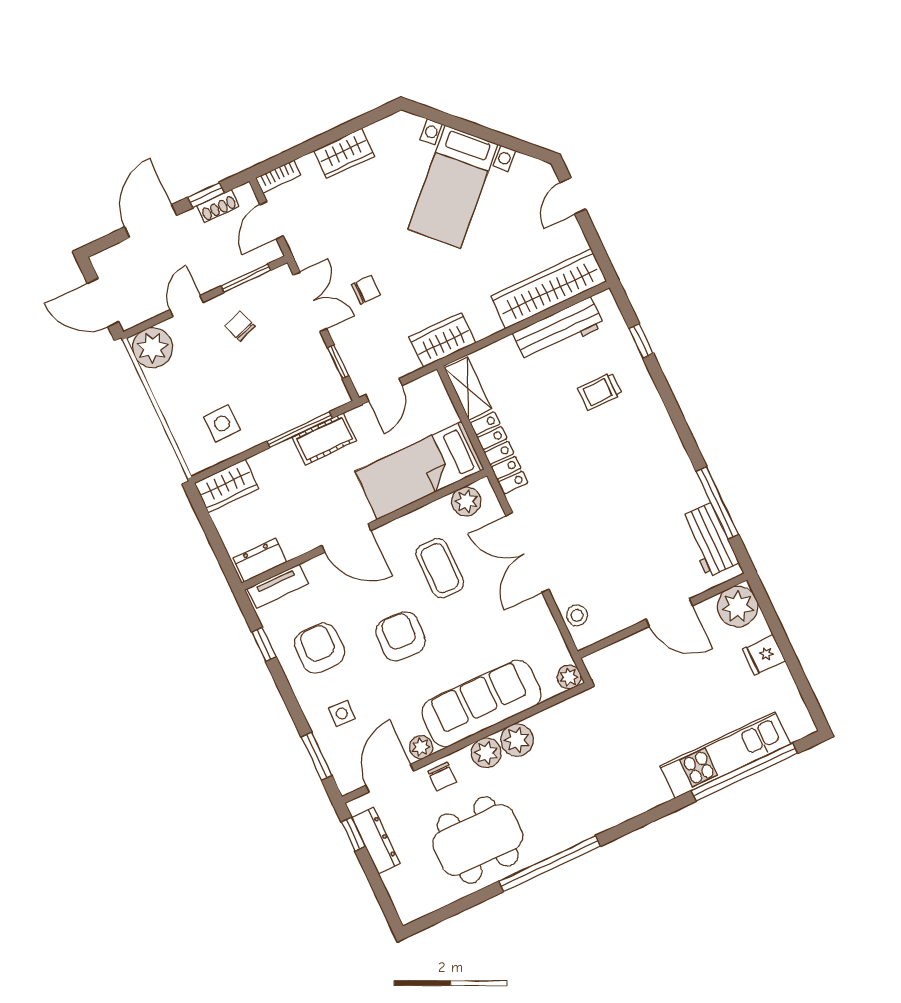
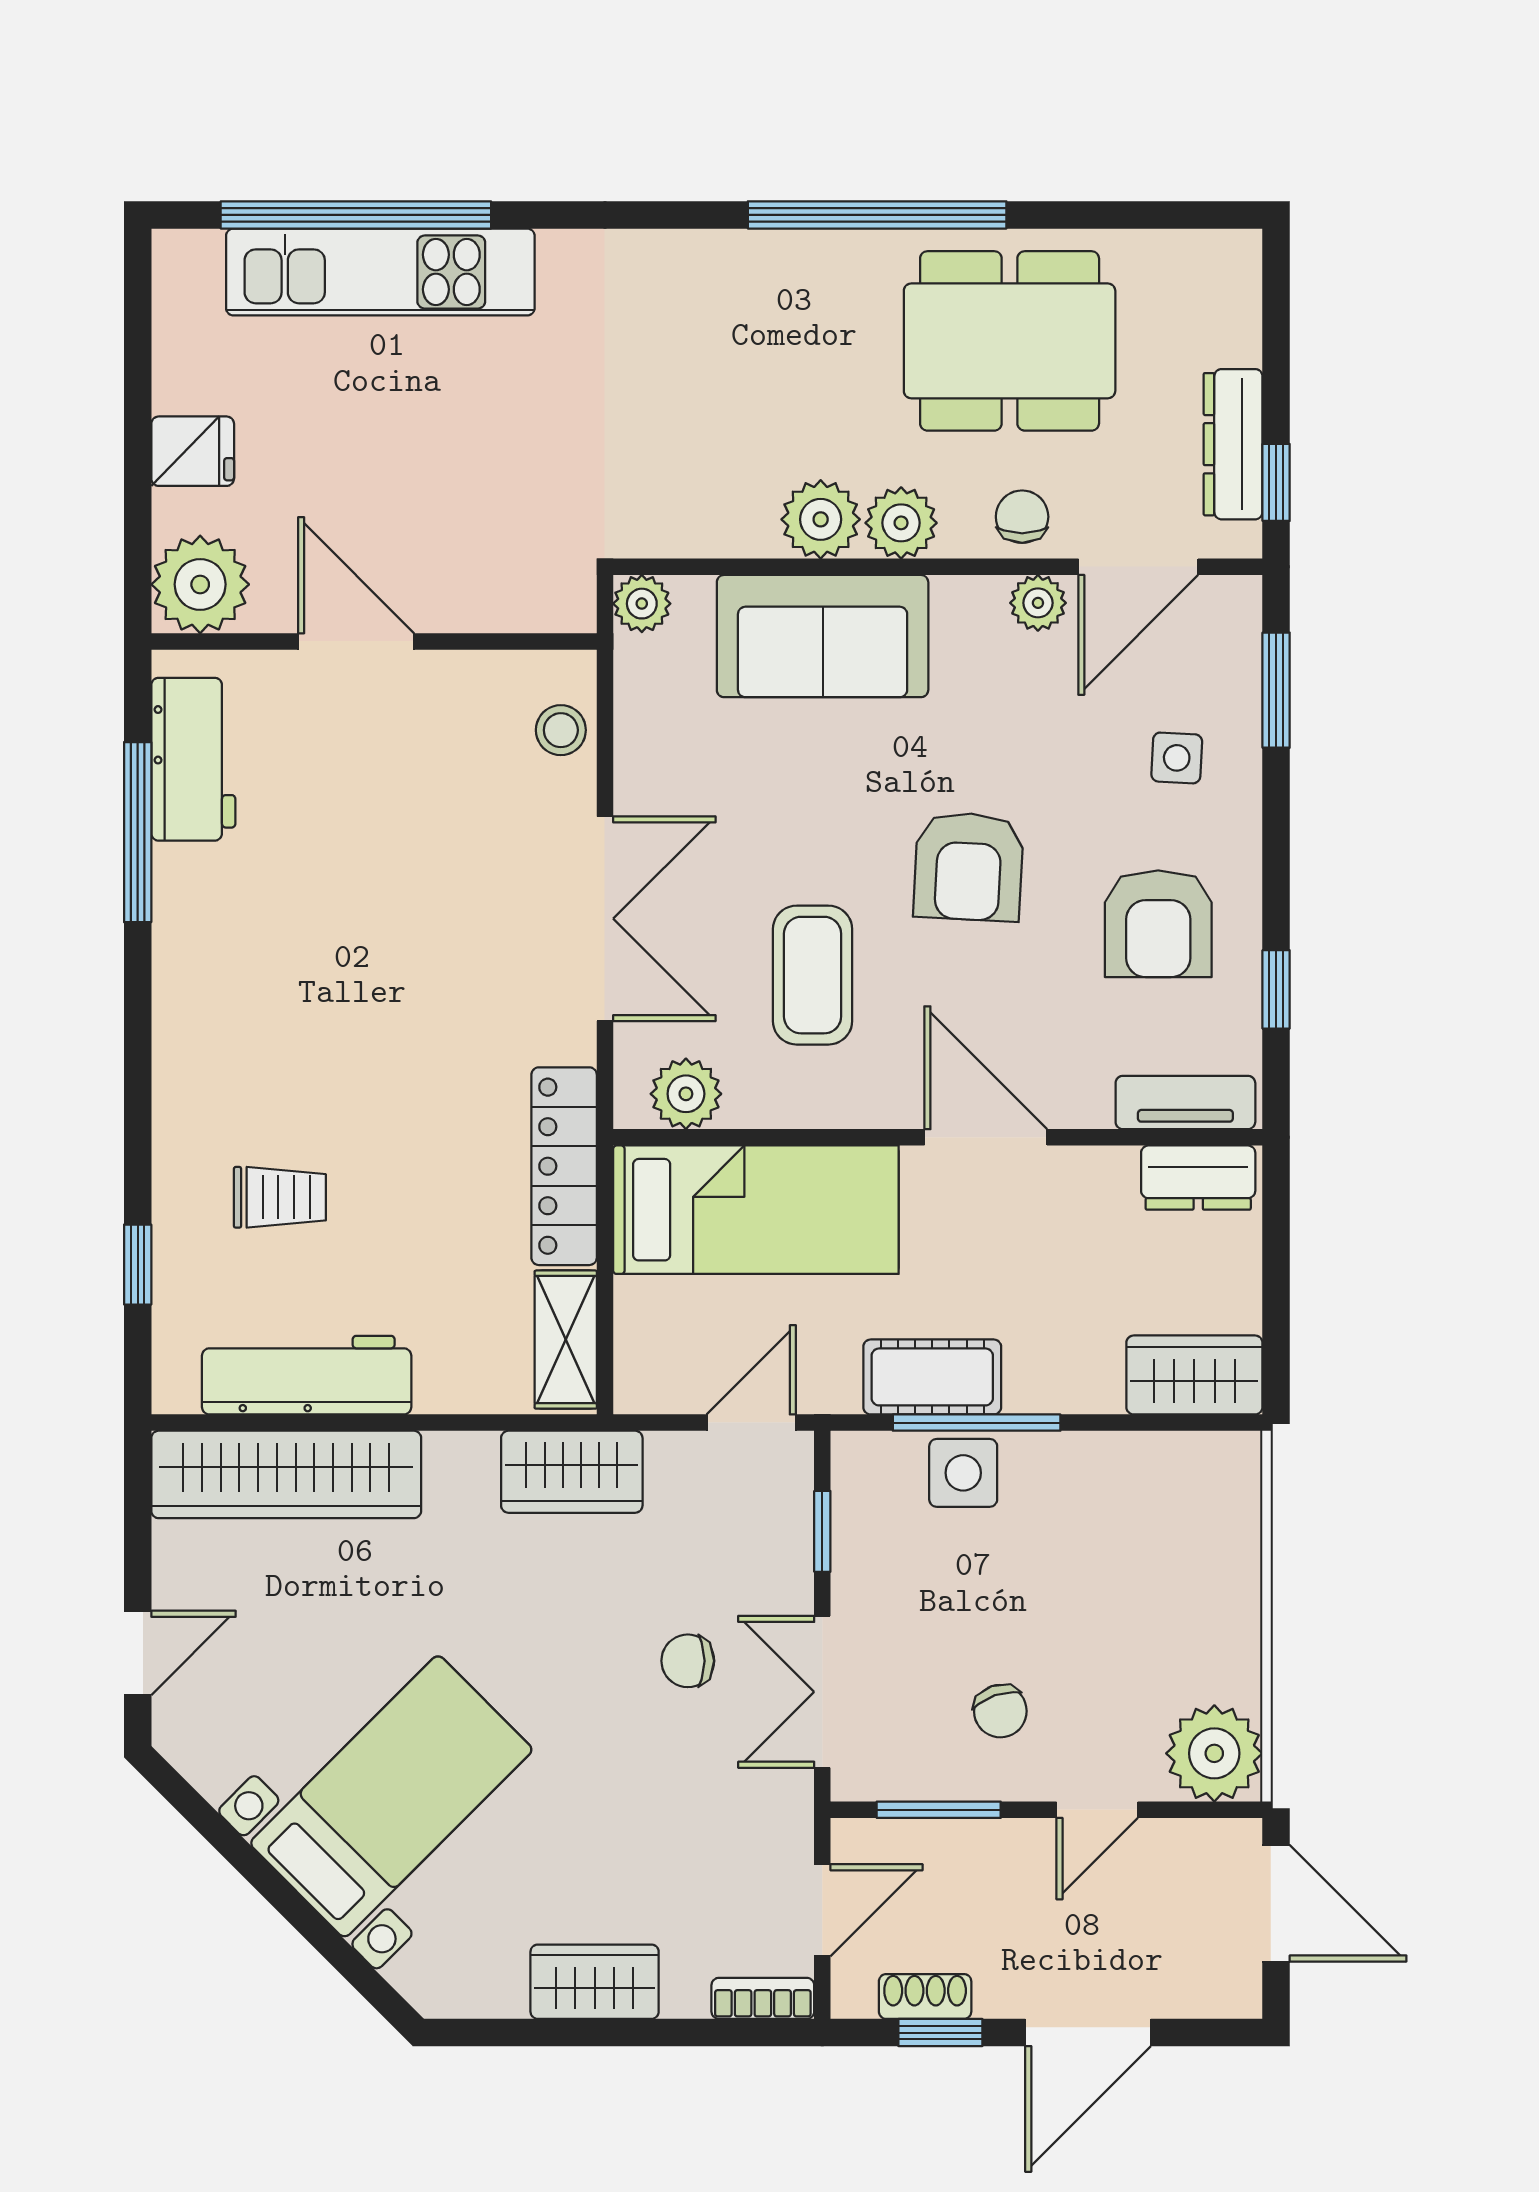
side table: (222, 423) -> (963, 1473), moved
sofa: (481, 703) -> (823, 636), width x0.73

